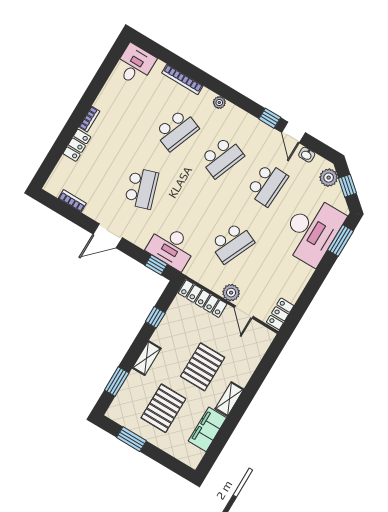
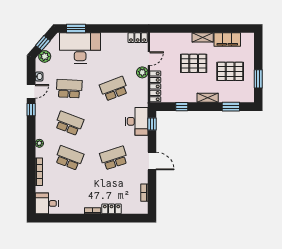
school desk: (232, 243) -> (114, 89), turned -45

